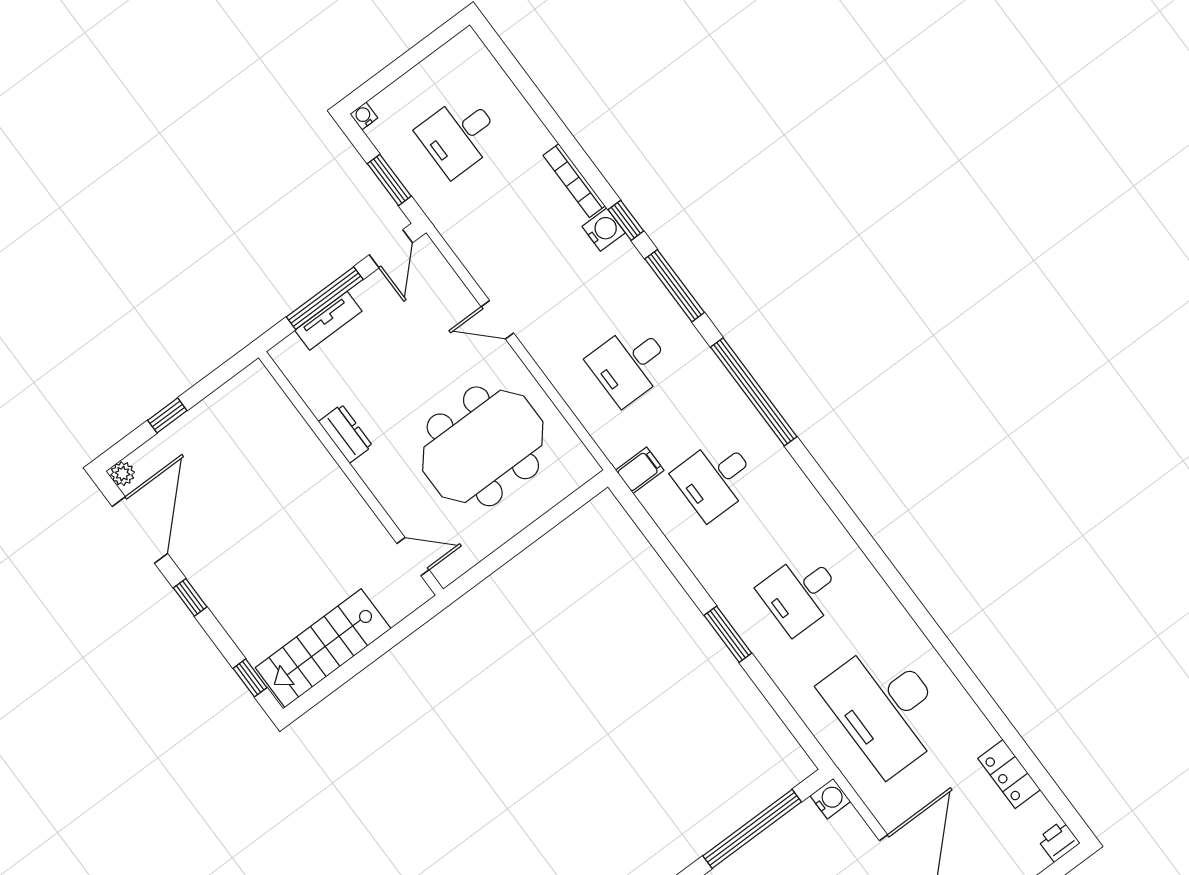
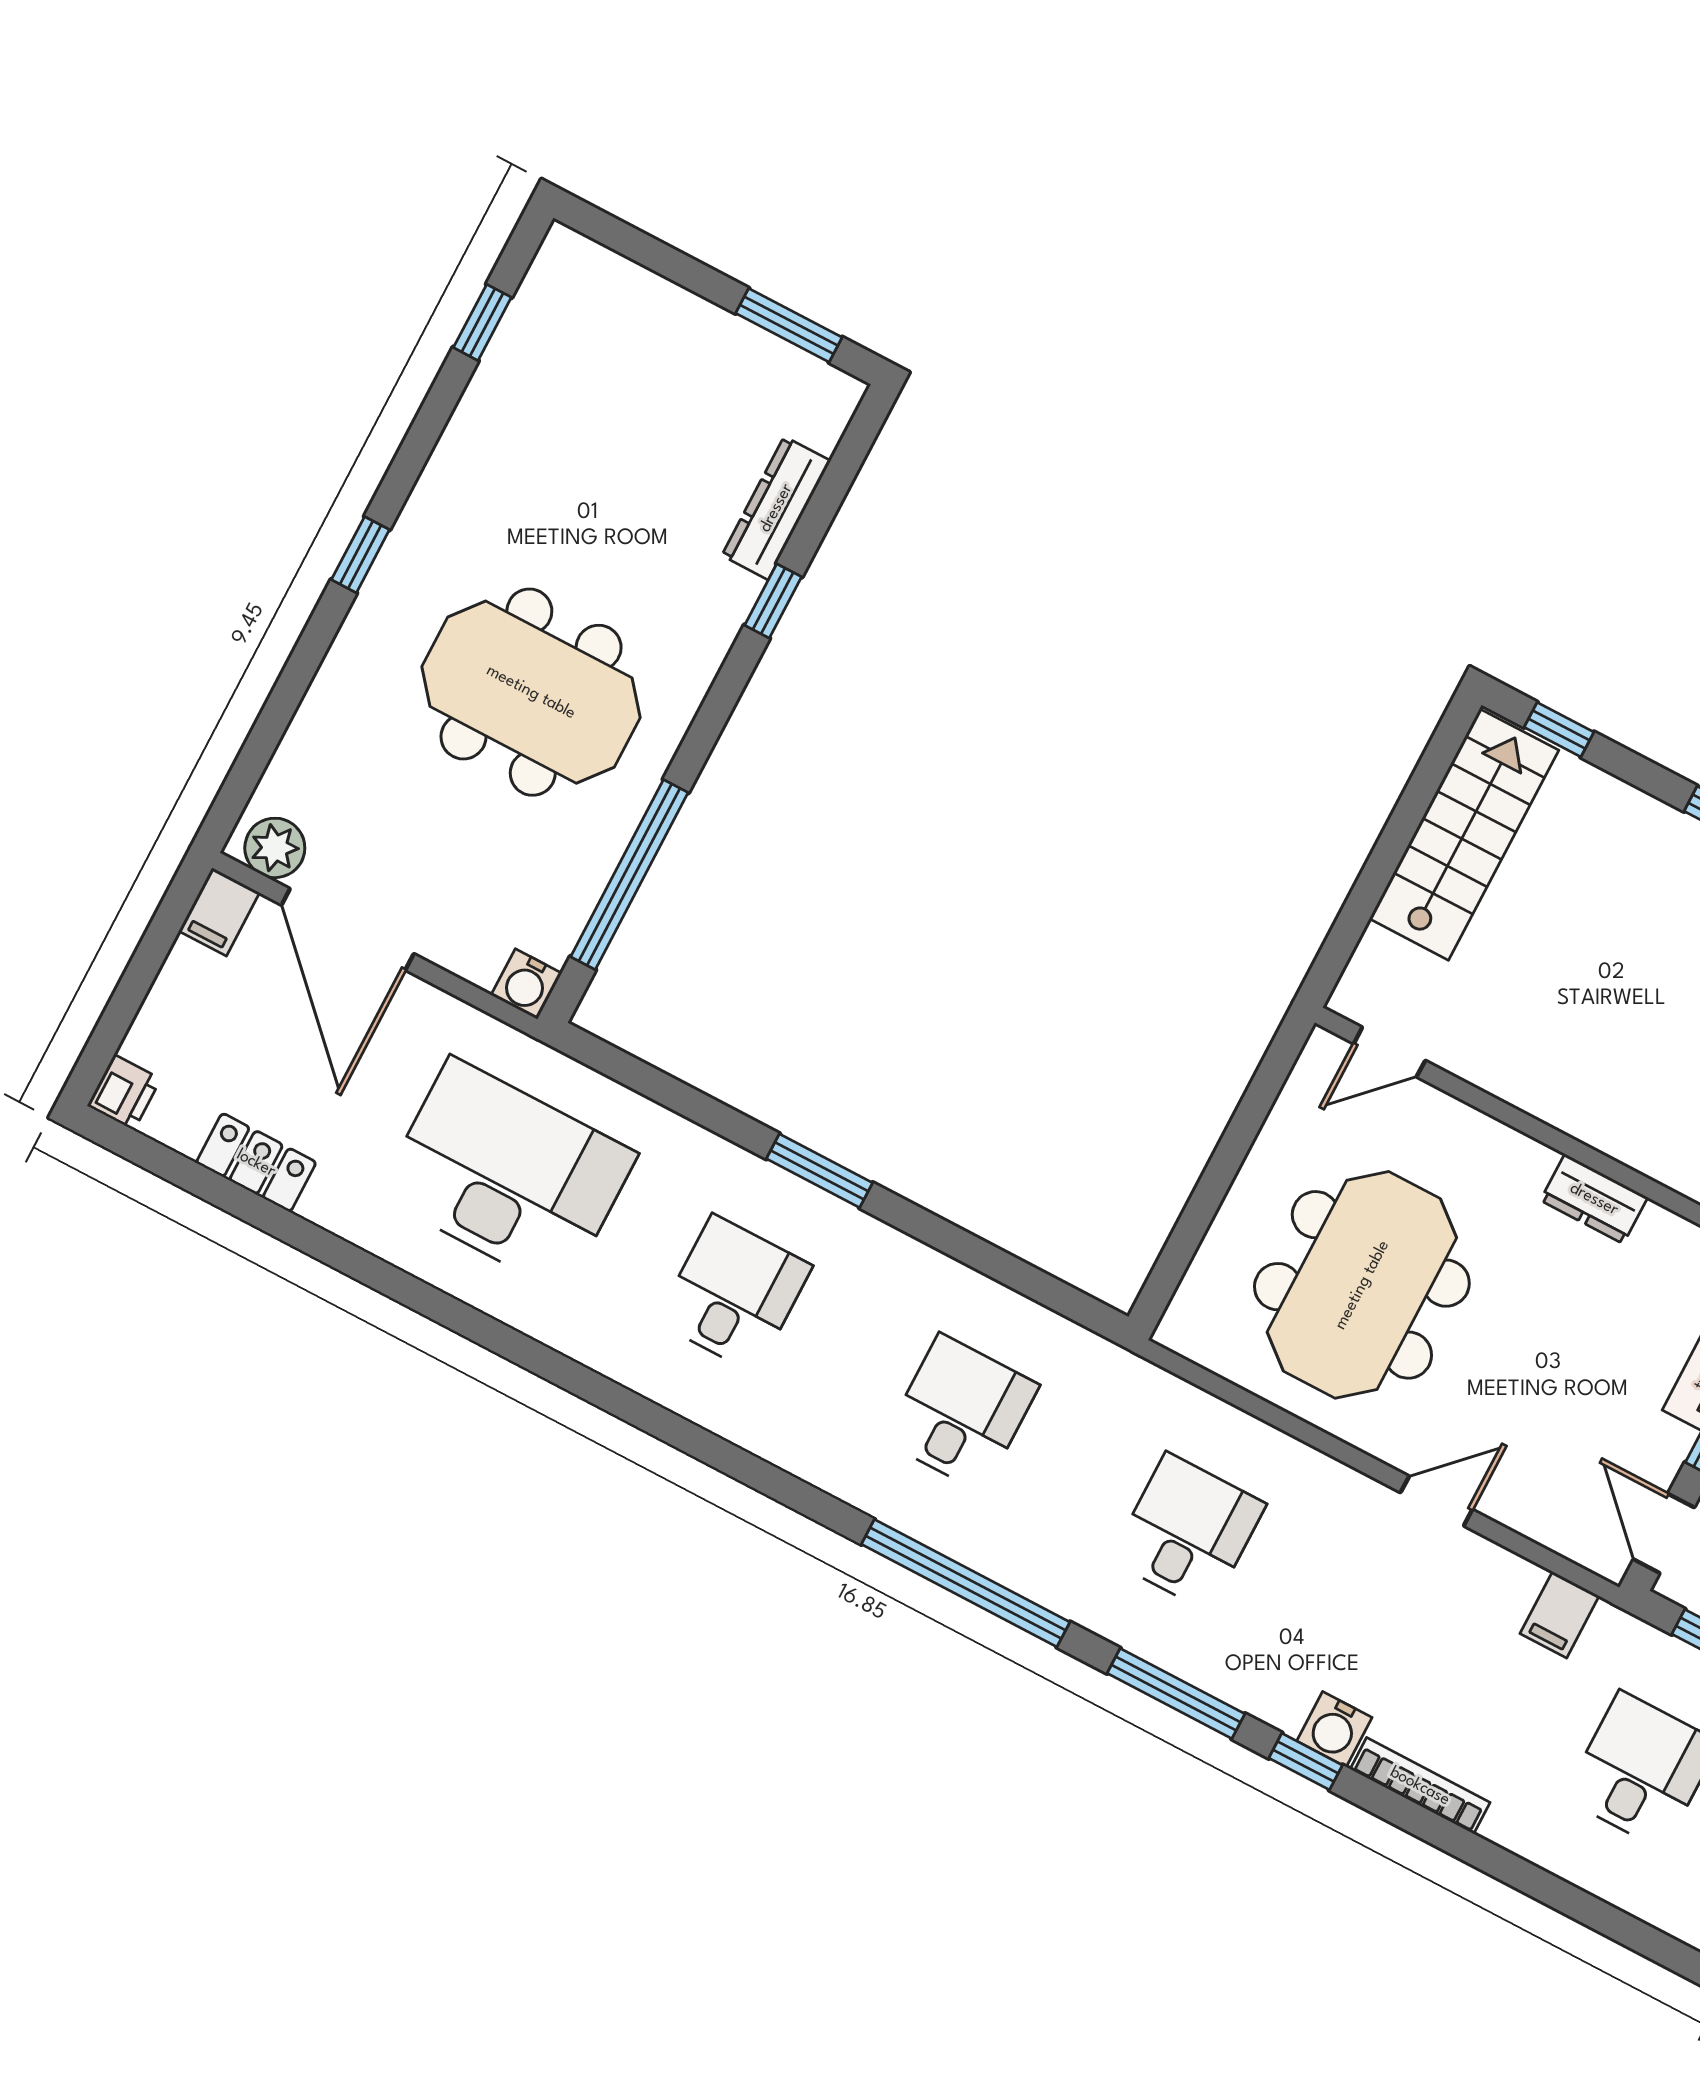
filing cabinet: (640, 470) -> (1560, 1615), moved

